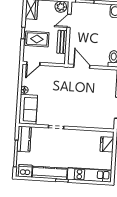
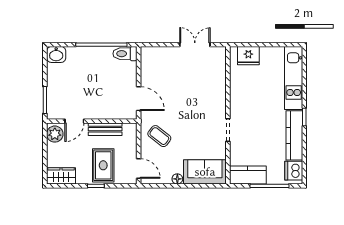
door: (69, 21) -> (74, 121), hinge flipped
door: (82, 66) -> (139, 99), swing flipped
coffee table: (55, 79) -> (159, 136), added

